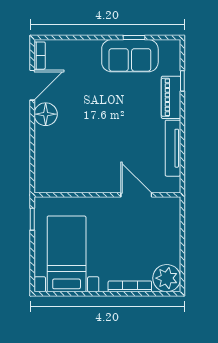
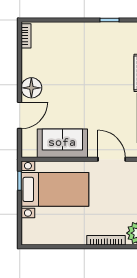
sofa: (130, 56) -> (62, 143), moved, turned 180
door: (32, 85) -> (20, 115), moved
bed with nightstands: (67, 254) -> (55, 189), moved, turned 90

